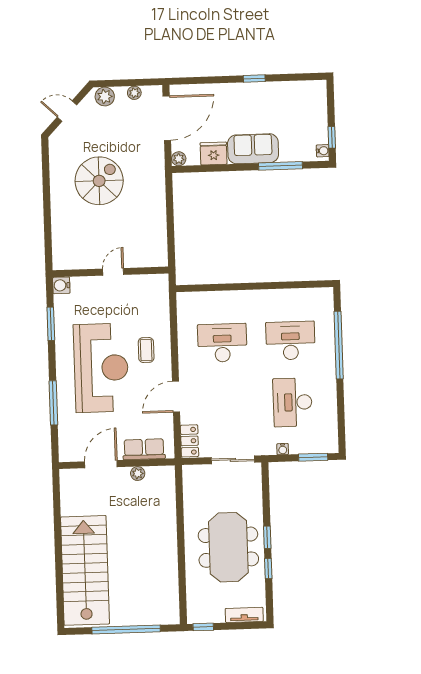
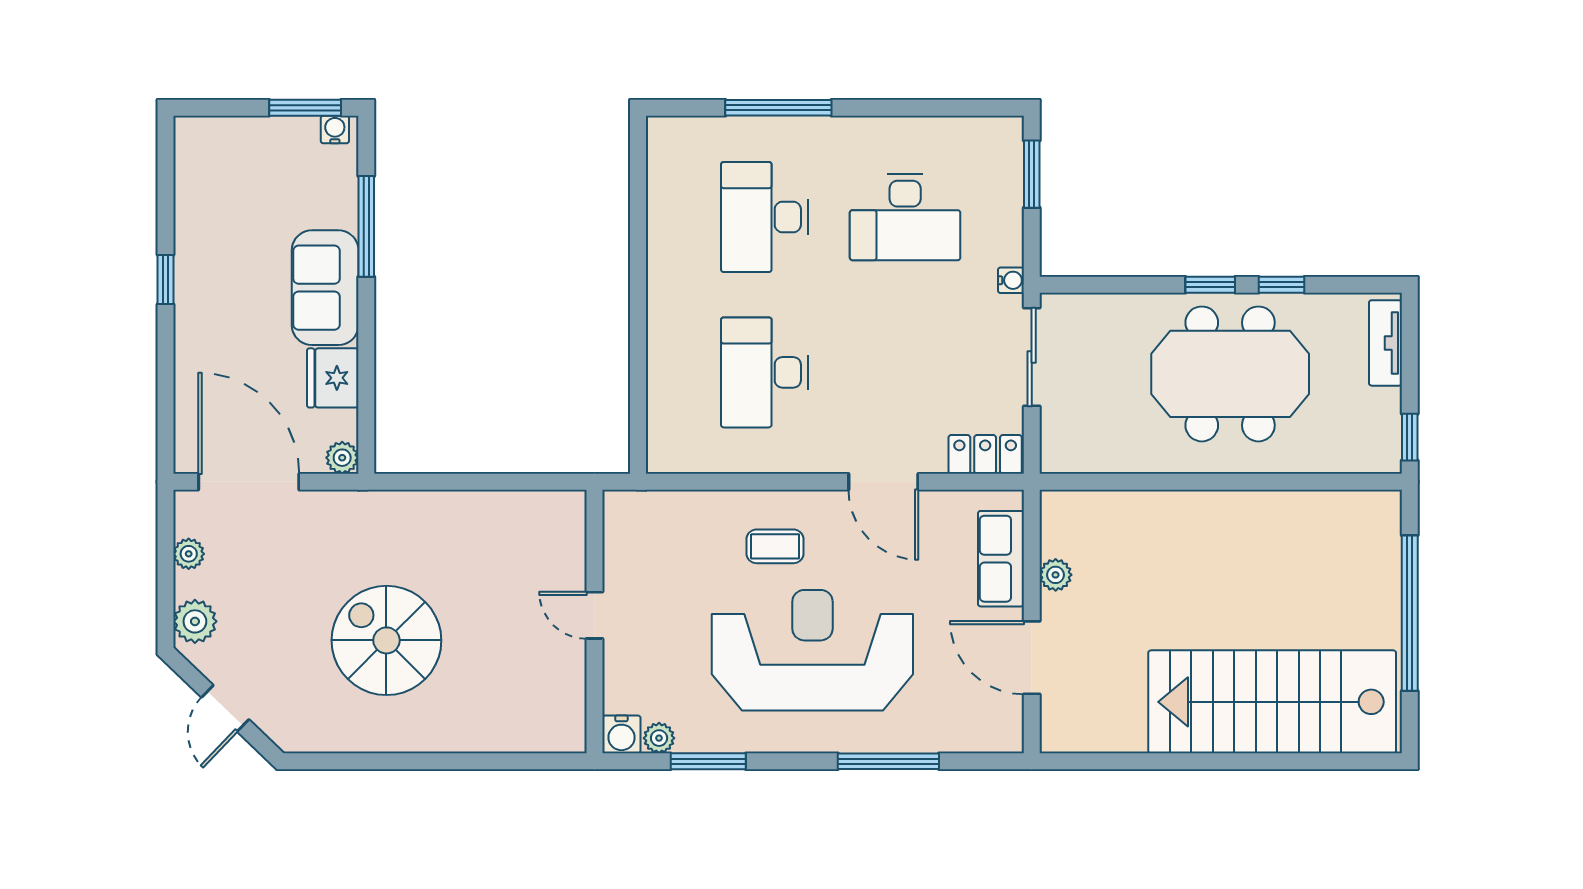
window: (332, 137) -> (305, 108), width x1.50
plant: (60, 302) -> (659, 738), added
window: (339, 345) -> (778, 108), width x0.68
water cooler: (283, 449) -> (1011, 280), moved

